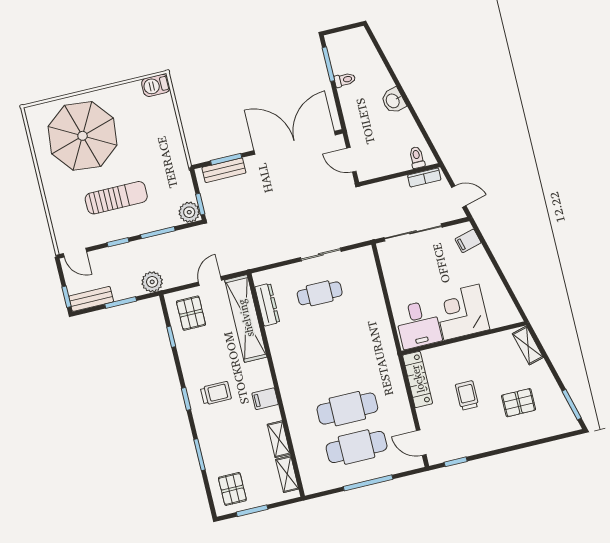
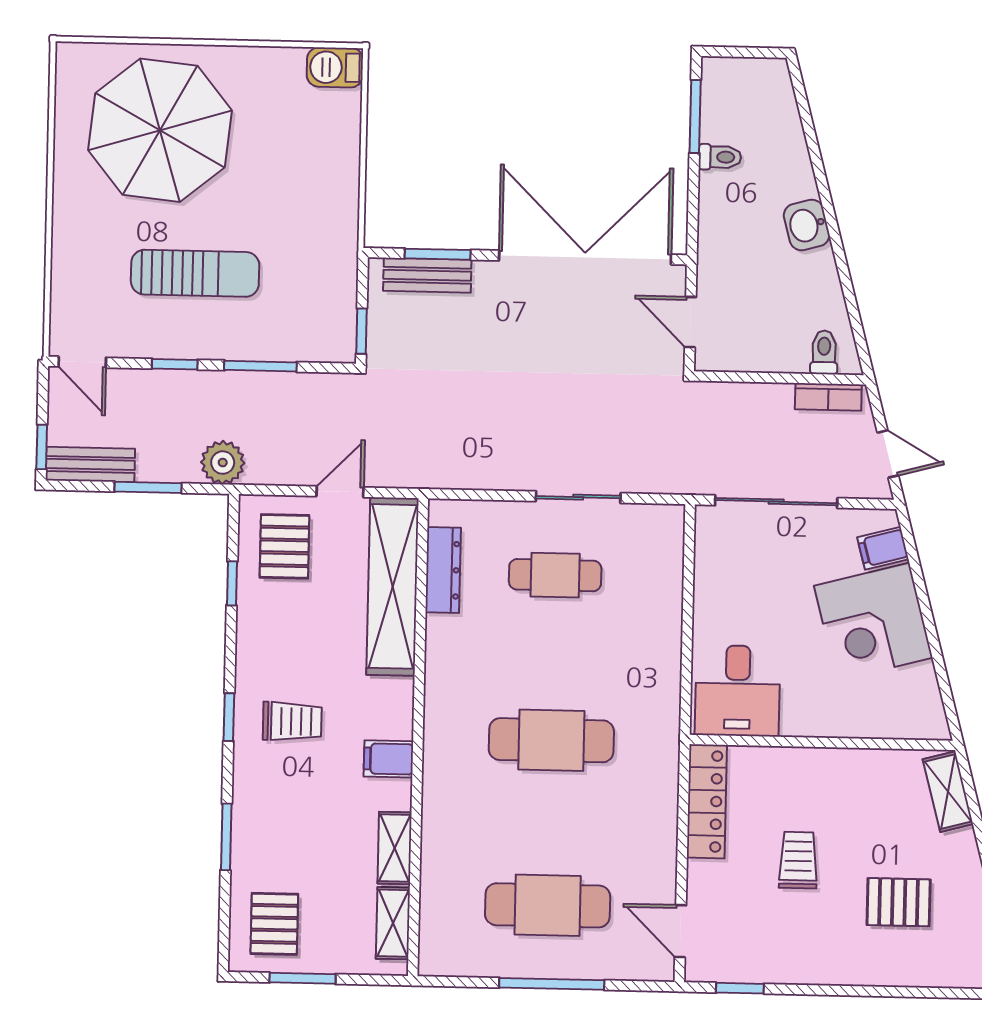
plant: (189, 212) -> (335, 341), removed
corner desk: (462, 312) -> (873, 622), moved, turned -105
cafe table: (347, 409) -> (551, 740), moved

